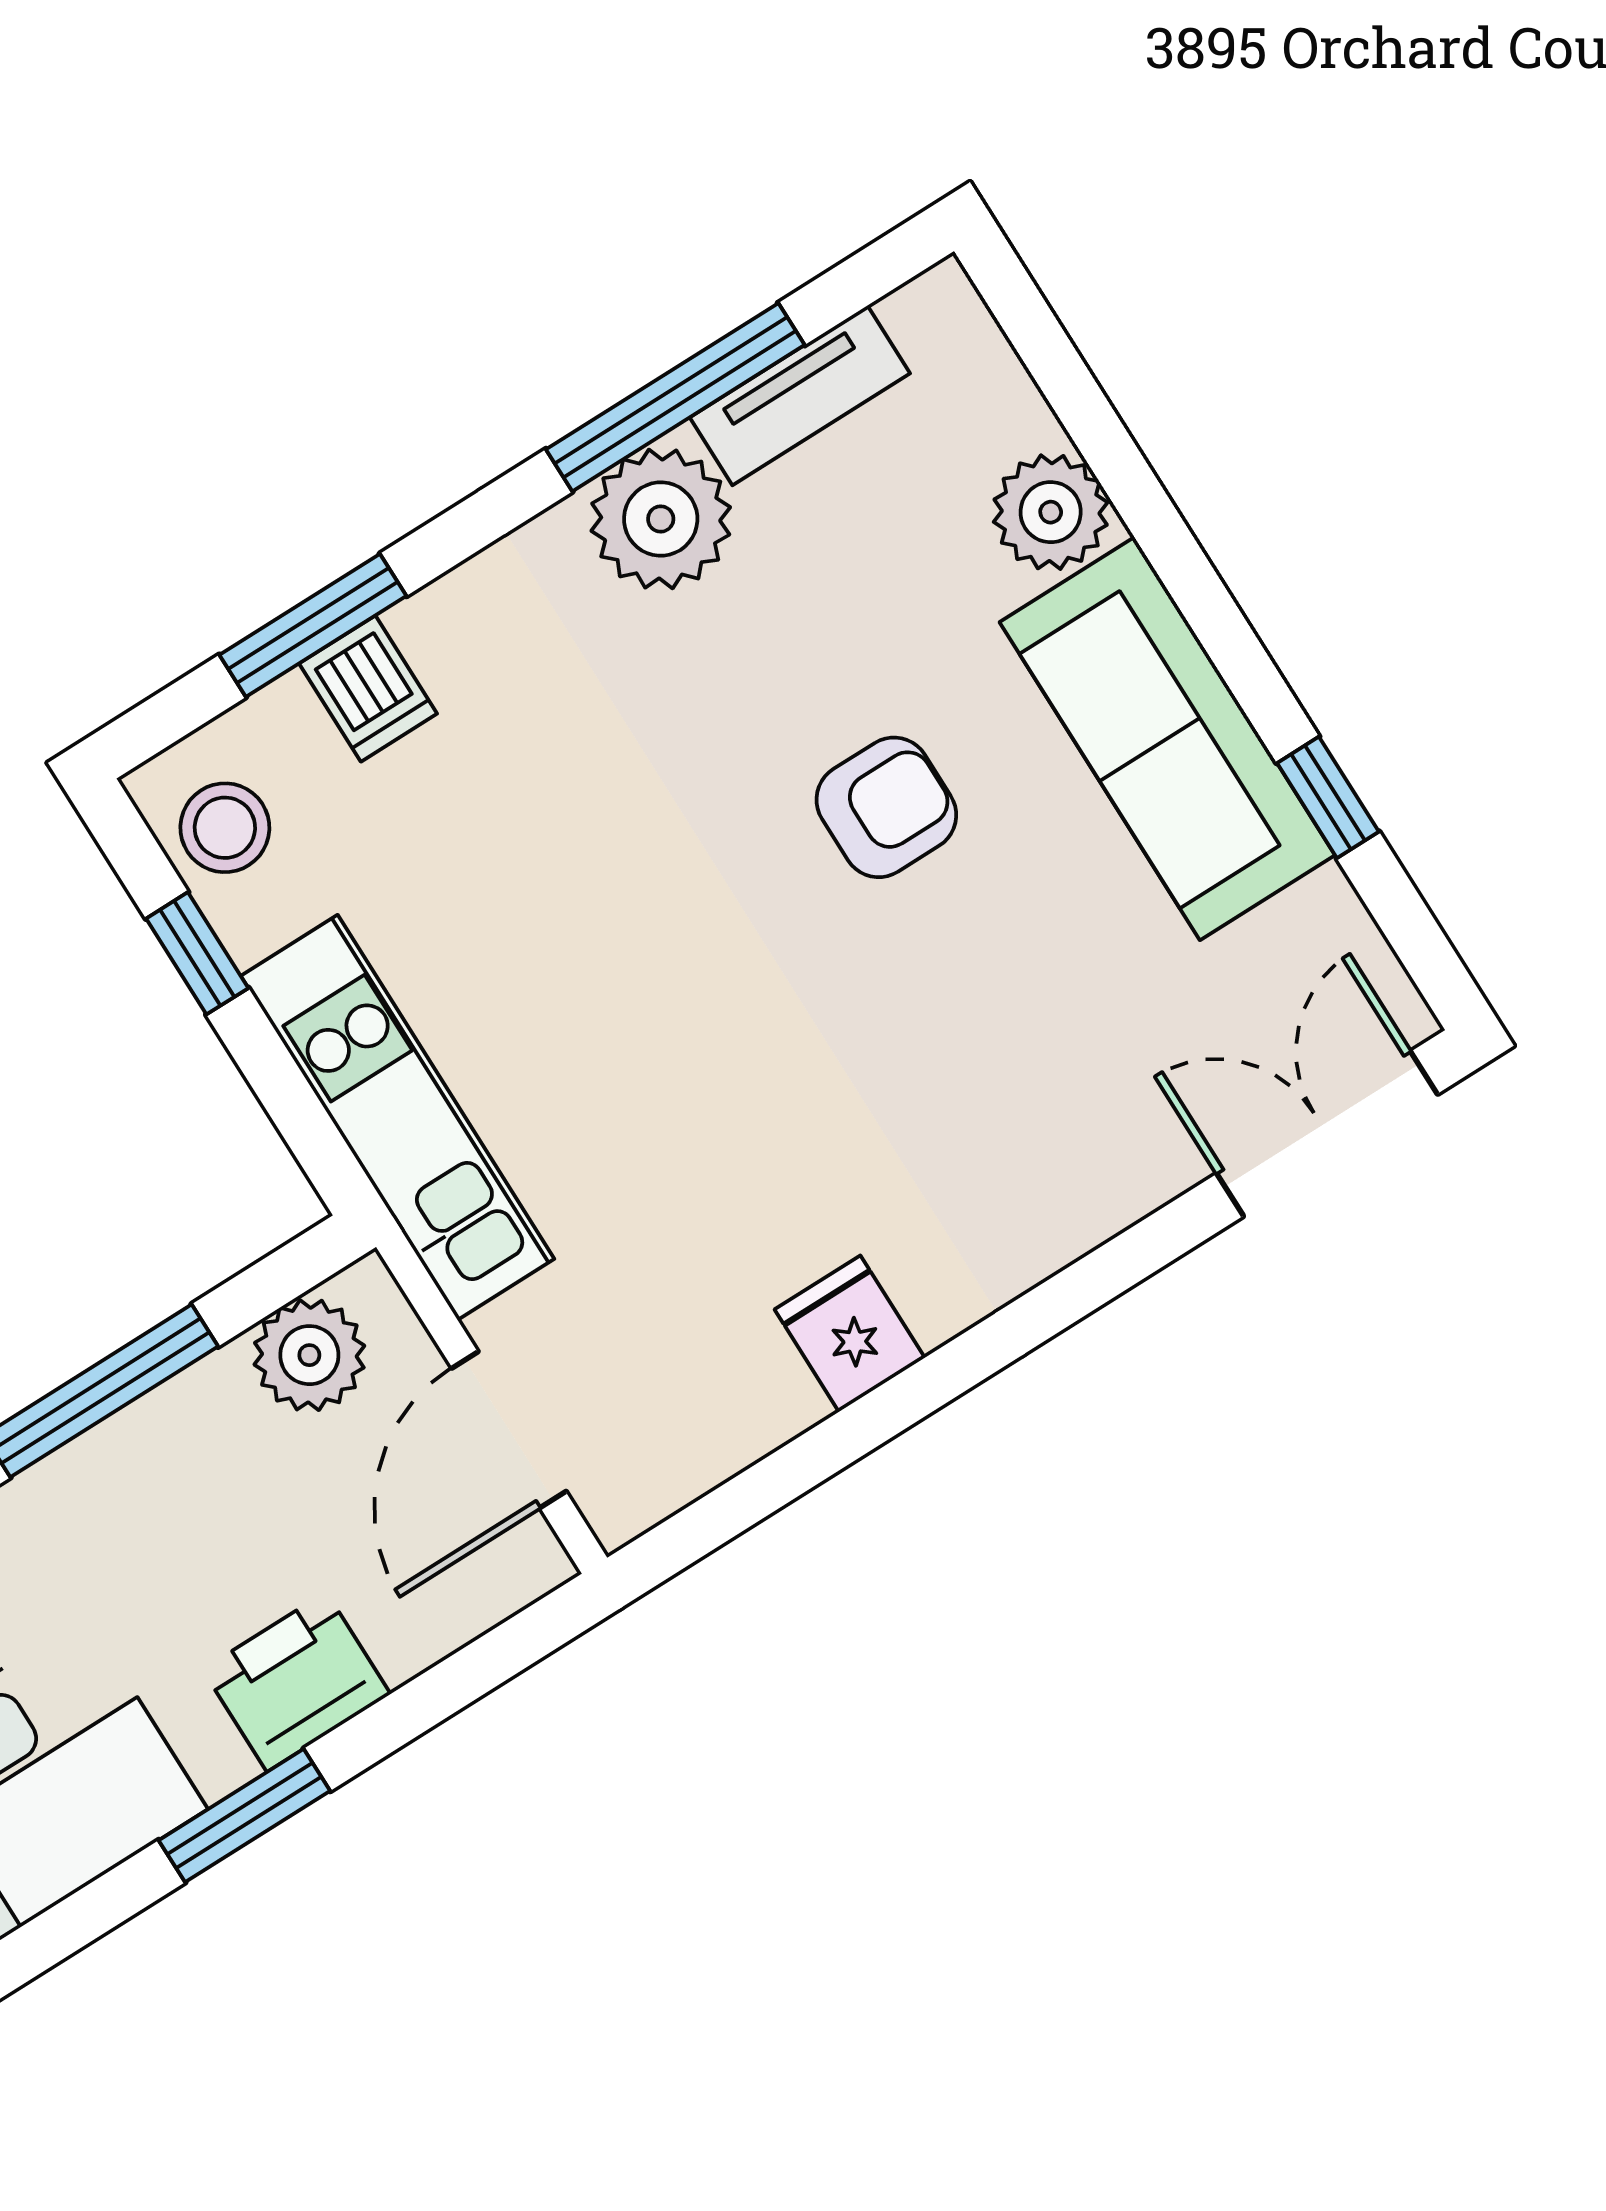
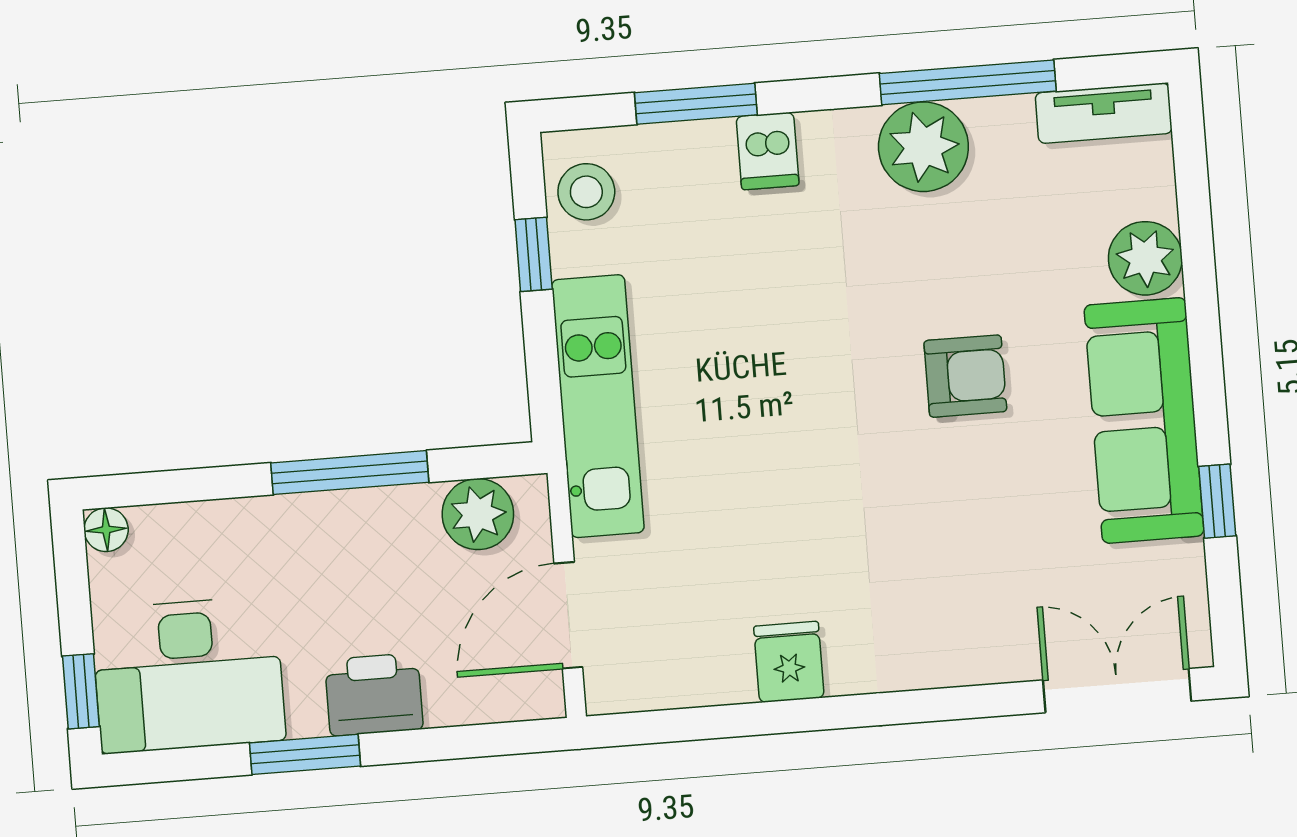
tv unit: (800, 395) -> (1104, 113), moved
dishwasher: (368, 689) -> (768, 151), moved

